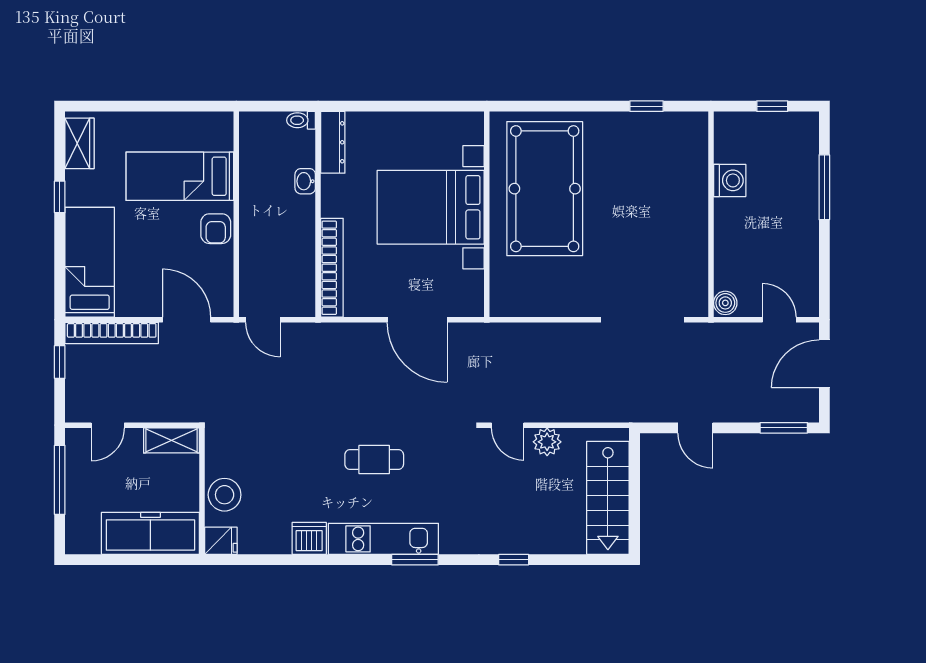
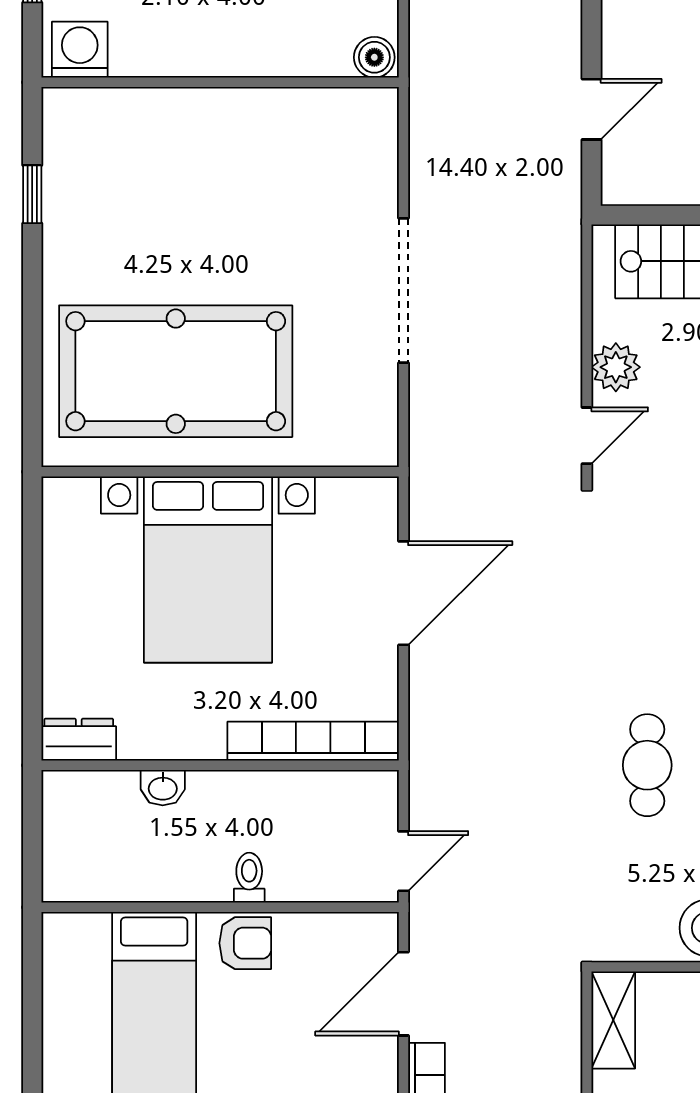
toilet: (301, 120) -> (249, 878), moved, turned 180
dresser: (333, 142) -> (79, 740), width x0.70
washing machine: (730, 180) -> (80, 50), moved
doorway: (642, 320) -> (404, 290), moved
cafe table: (374, 460) -> (647, 765), moved

